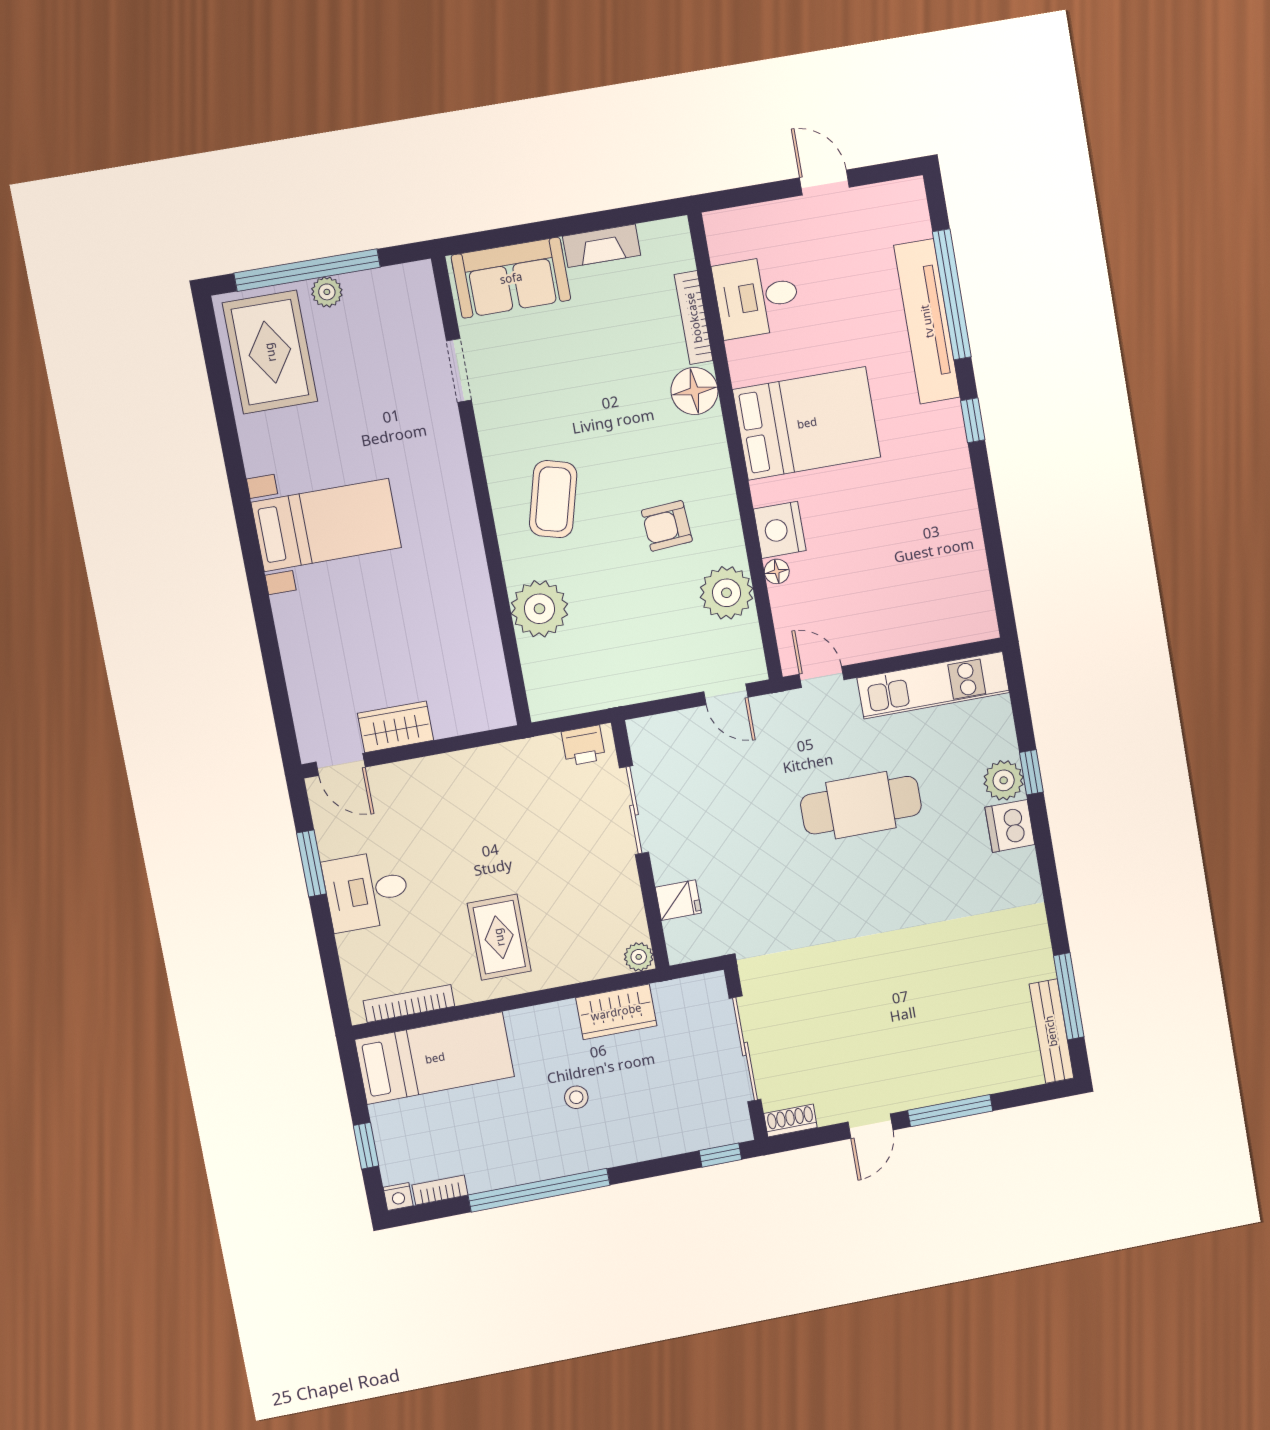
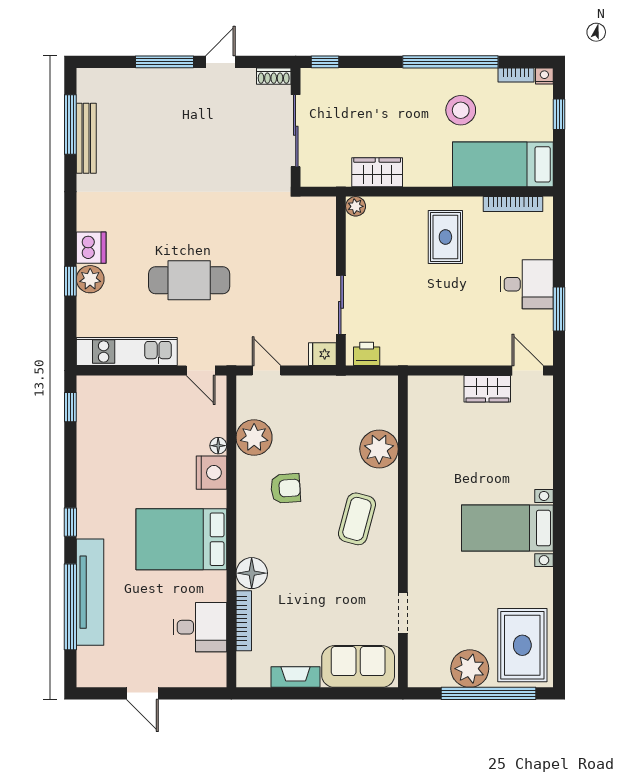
plant: (327, 292) -> (470, 669), width x1.87, depth x1.87
window: (1001, 589) -> (70, 407), added
fridge: (678, 900) -> (322, 354), moved
bench: (1051, 1031) -> (86, 138), moved
stool: (576, 1097) -> (461, 110), moved, width x1.89, depth x1.89

